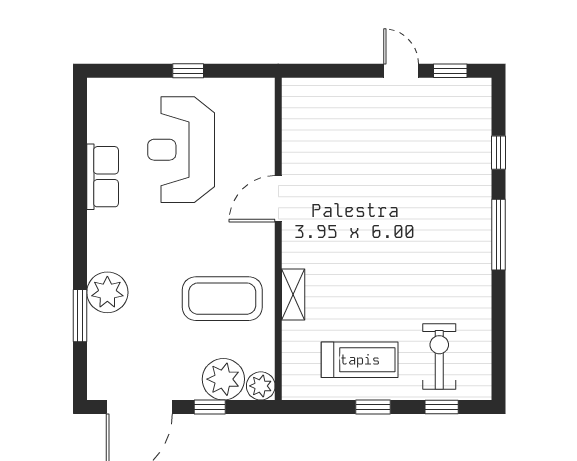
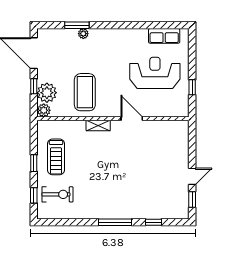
window: (188, 71) -> (192, 87), moved
row of seats: (103, 177) -> (164, 36), moved
plant: (107, 292) -> (83, 34), width x0.53, depth x0.53
shelving: (293, 295) -> (98, 126), moved

